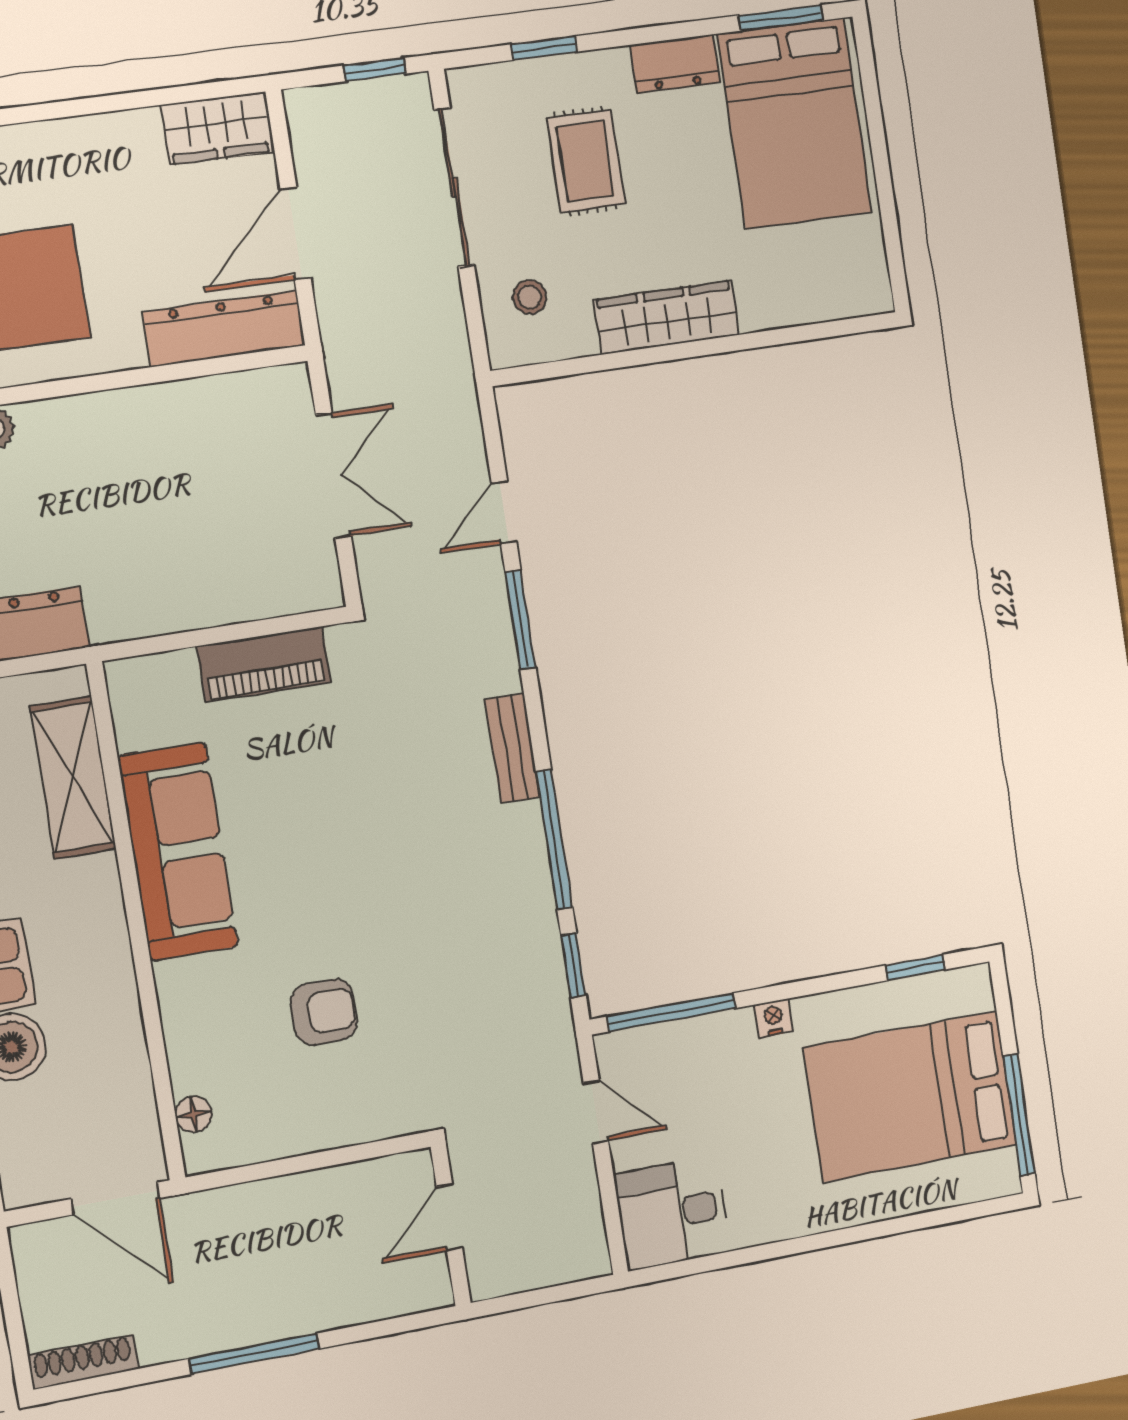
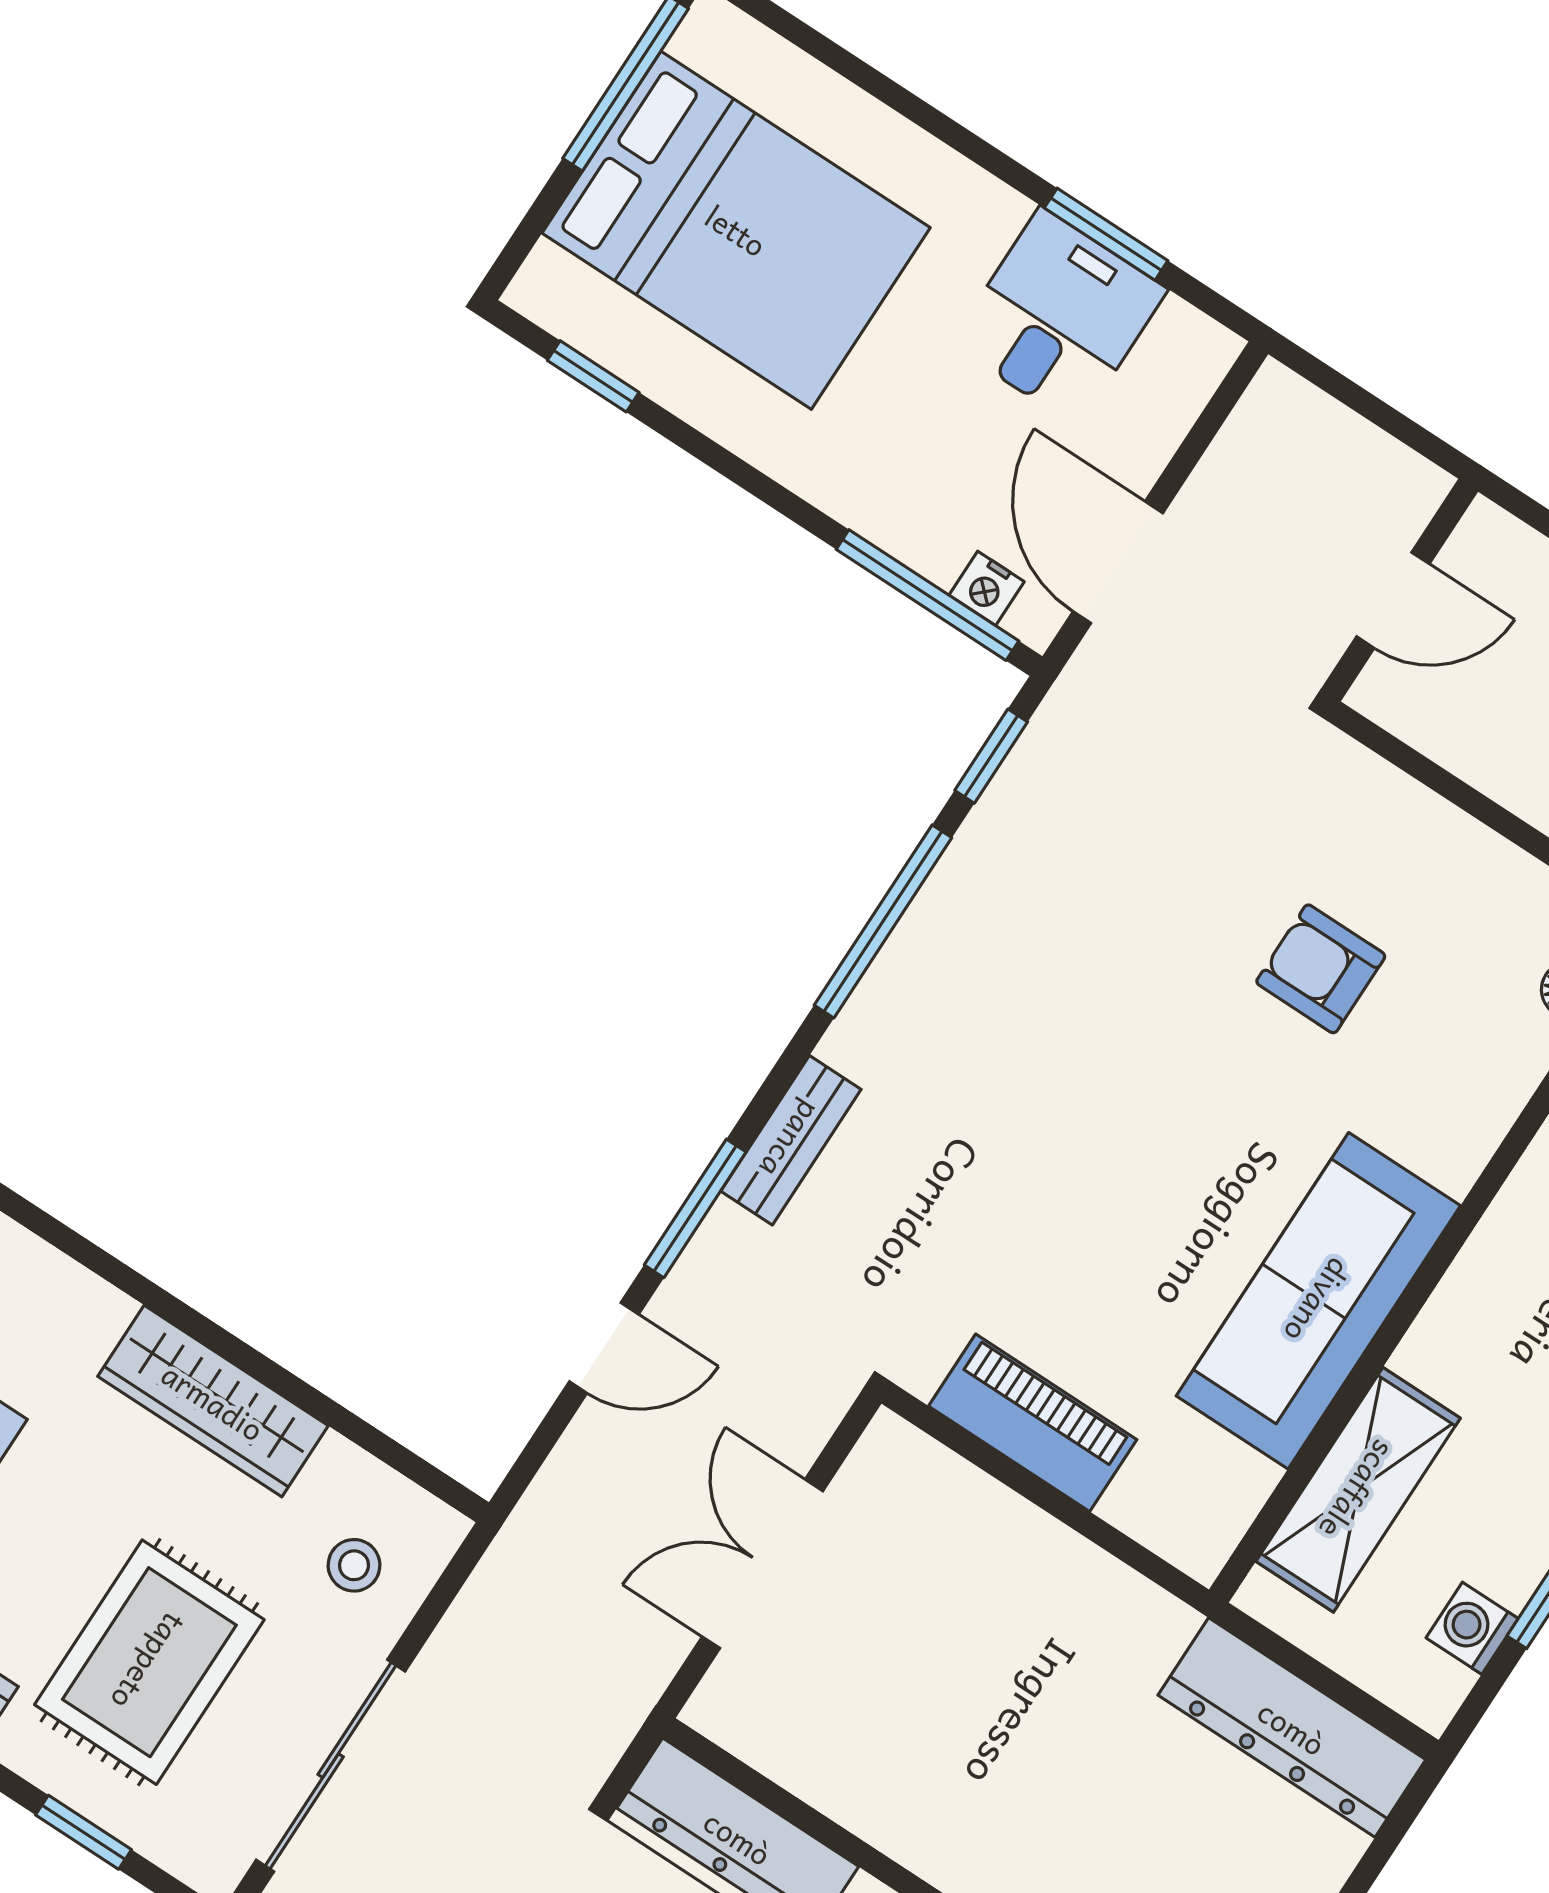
rug: (586, 161) -> (149, 1662), width x1.36, depth x1.43
bench: (512, 748) -> (791, 1140), moved
nightstand: (774, 1018) -> (987, 588), moved
door: (596, 1112) -> (1118, 562), width x1.38
desk: (672, 1213) -> (1059, 317), moved, turned -90
window: (739, 1257) -> (1106, 234), added

